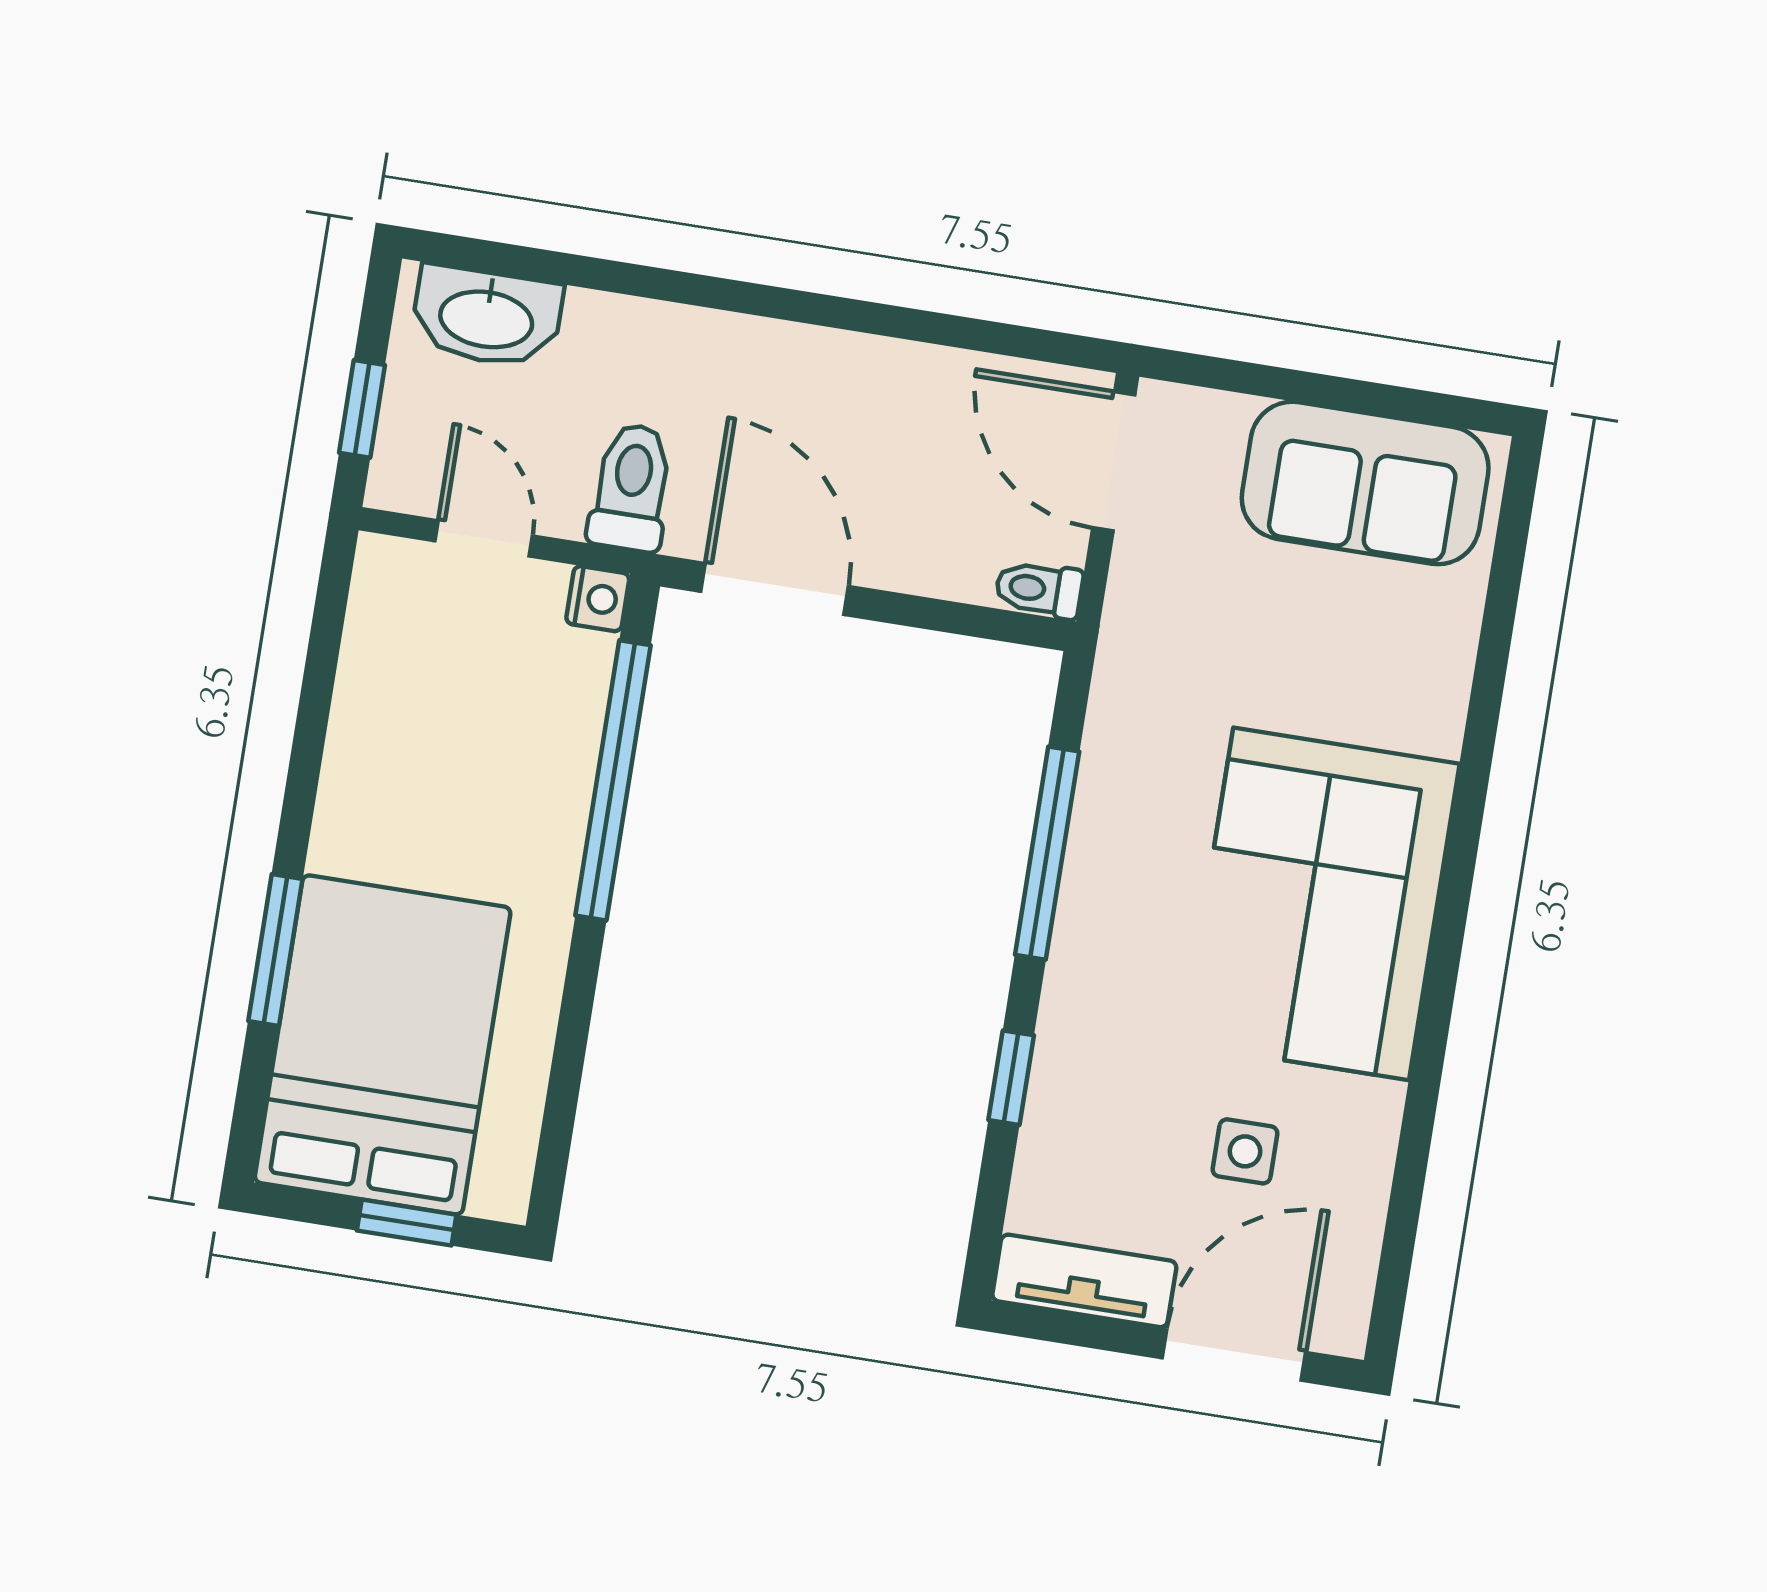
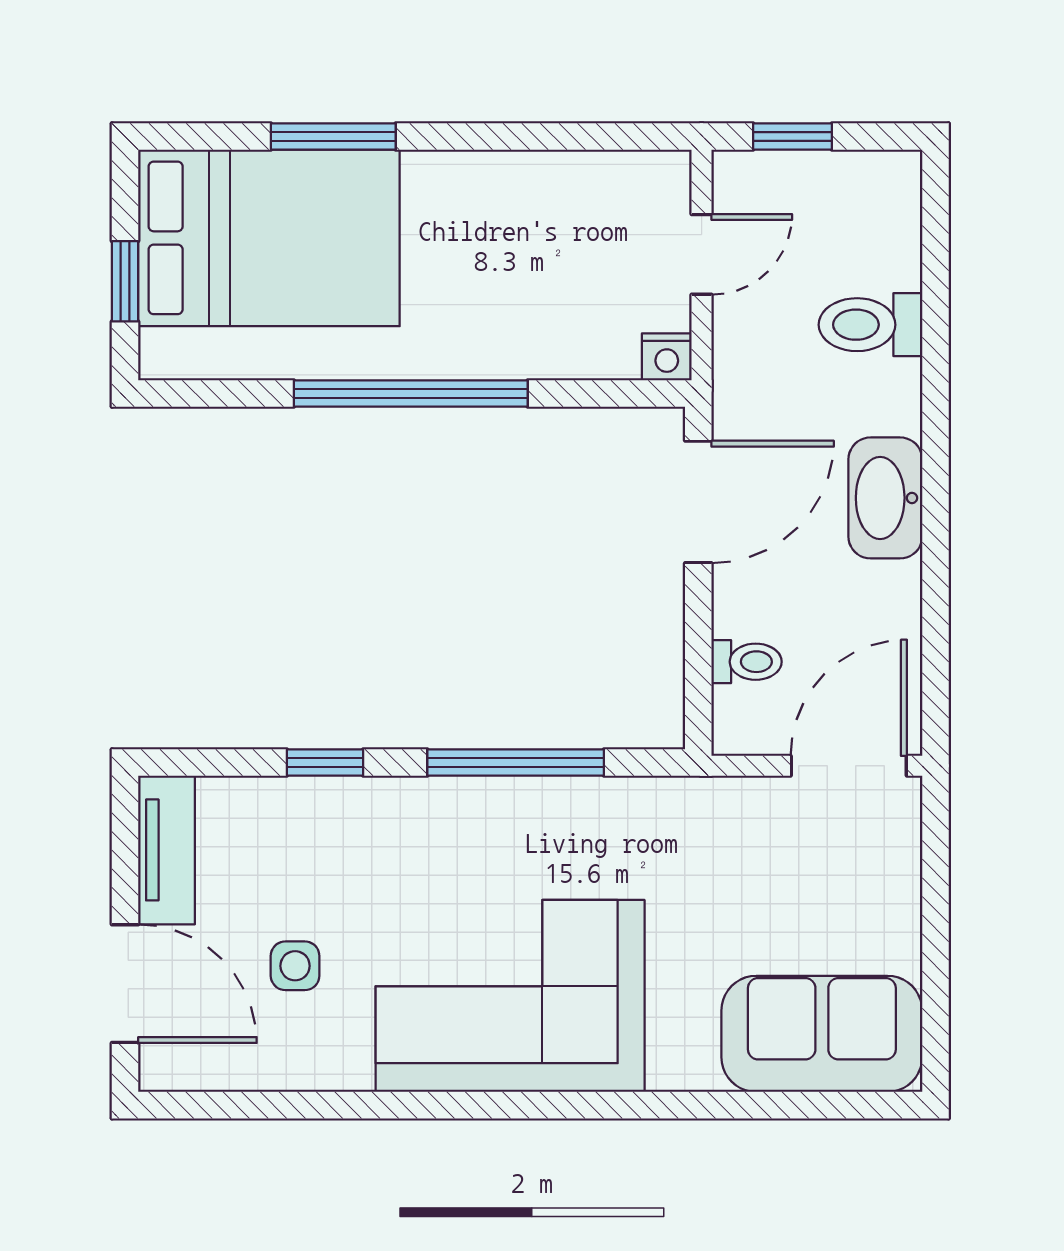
washbasin: (487, 317) -> (885, 498), moved
sofa: (1365, 483) -> (822, 1034), moved, turned 90
toilet: (631, 487) -> (870, 325), moved, turned 180
toilet: (1039, 589) -> (747, 662), moved, turned 90
window: (613, 780) -> (411, 393), moved

